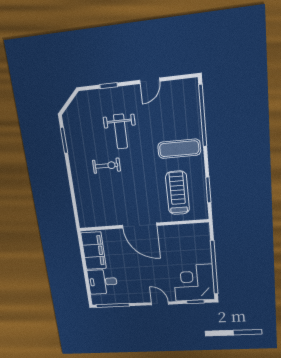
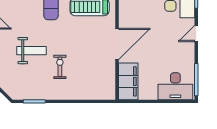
filing cabinet: (94, 251) -> (128, 81), moved, turned 90
desk: (102, 282) -> (175, 86), width x1.37

